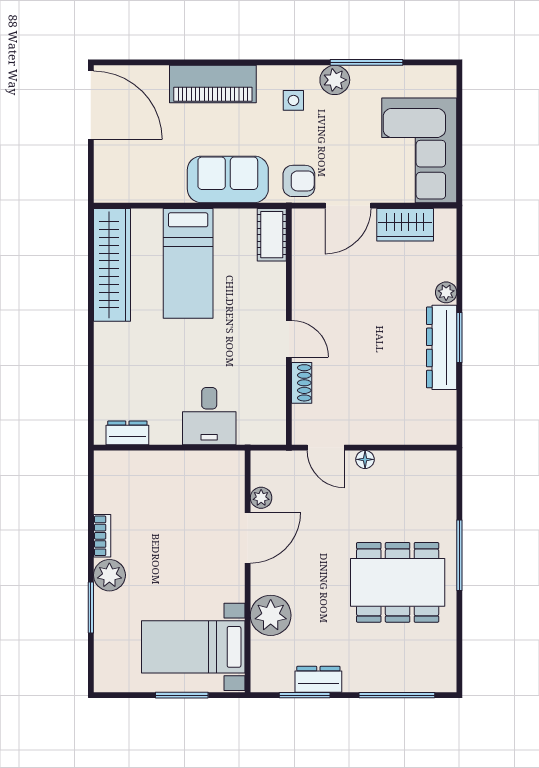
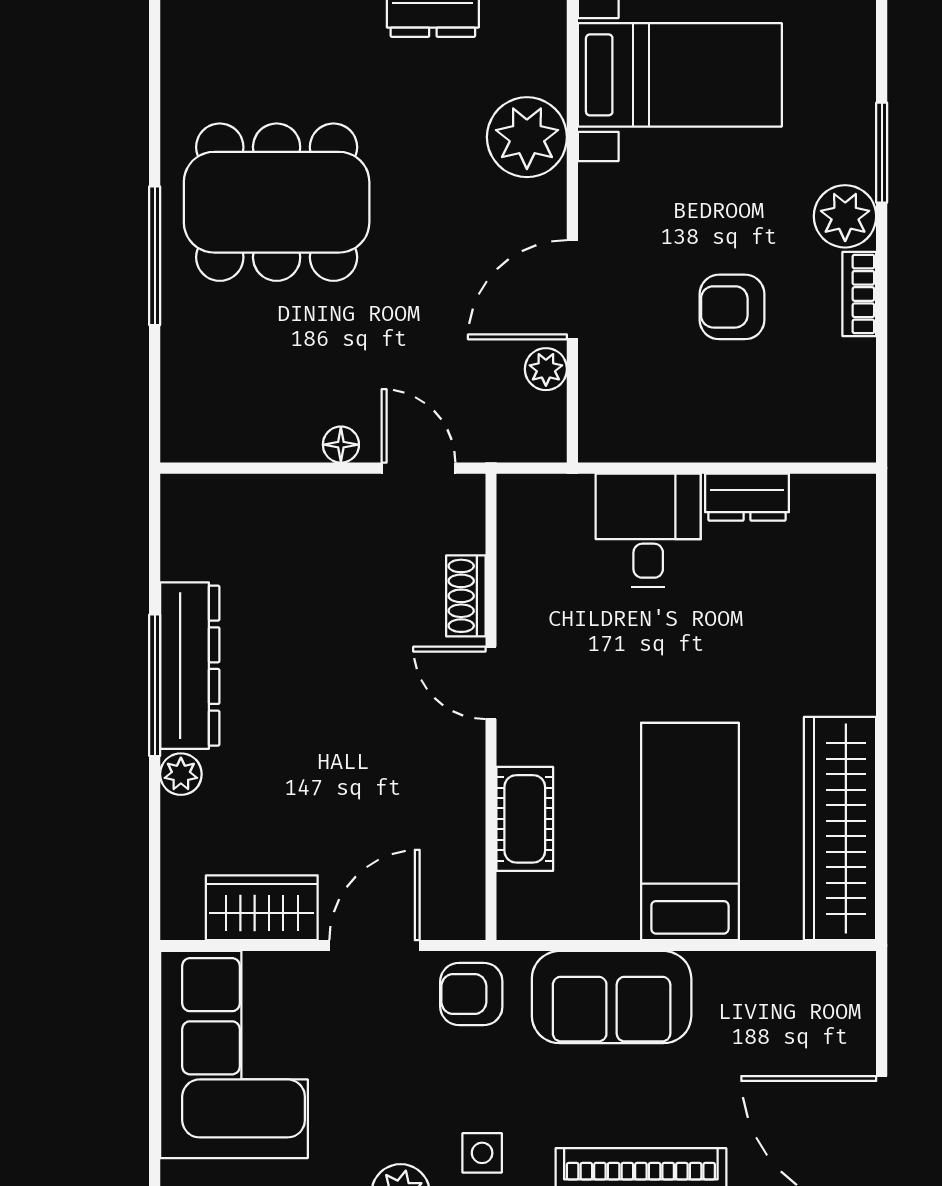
cot: (272, 235) -> (525, 819), moved
window: (459, 337) -> (155, 685), width x1.44
dresser: (127, 433) -> (747, 497), moved
armchair: (167, 529) -> (732, 307), added

